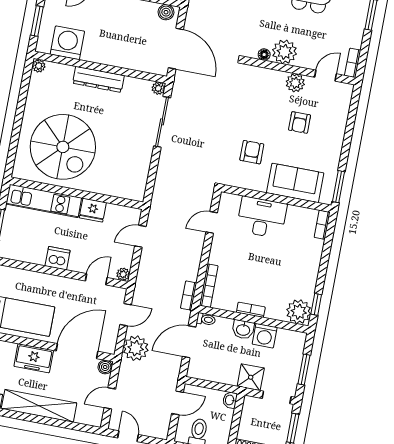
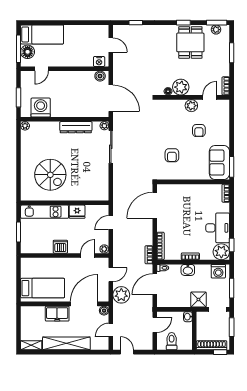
dresser: (98, 79) -> (76, 127), moved
spiral stairs: (63, 147) -> (50, 175), width x0.73, depth x0.73
armchair: (252, 152) -> (172, 155), turned 180
sofa: (295, 183) -> (219, 162), moved, turned -90
desk: (262, 217) -> (218, 228), moved, turned 90
door: (212, 222) -> (155, 205), width x1.88
washing machine: (265, 336) -> (218, 271), moved

